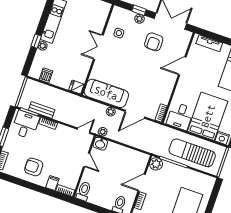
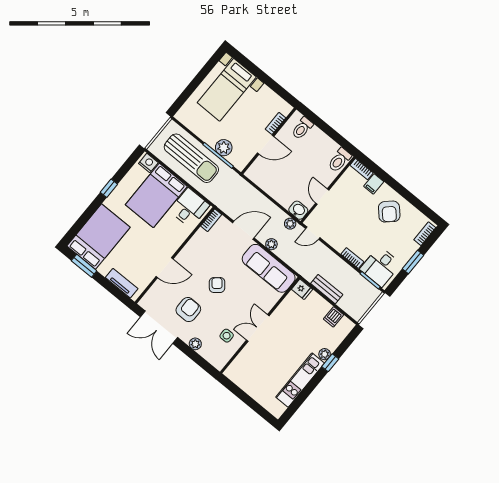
window: (139, 10) -> (192, 354), removed
double door: (98, 47) -> (258, 328), swing flipped
armchair: (139, 67) -> (217, 285), added
bench: (42, 110) -> (327, 289), moved
plant: (156, 164) -> (224, 148), moved
armchair: (34, 167) -> (389, 212), turned 47

